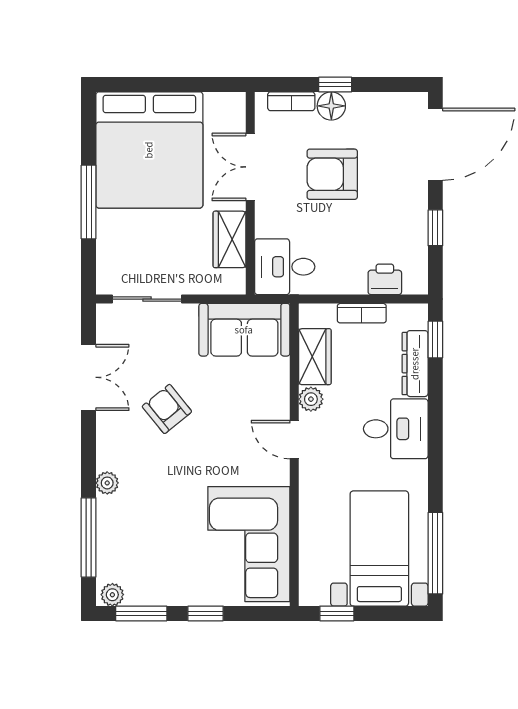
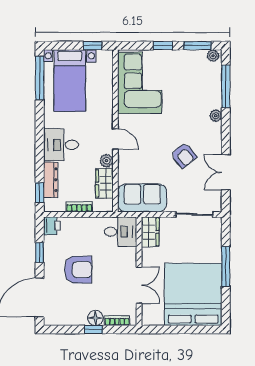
armchair: (332, 174) -> (78, 270), moved
wardrobe: (229, 239) -> (150, 232), moved
printer: (385, 279) -> (52, 226), moved, turned -90

